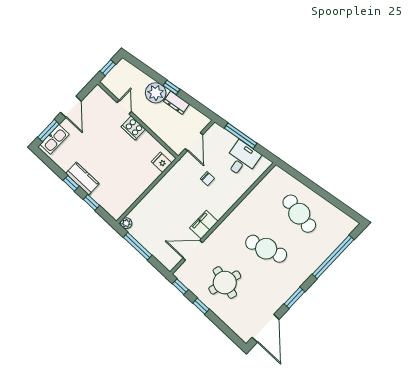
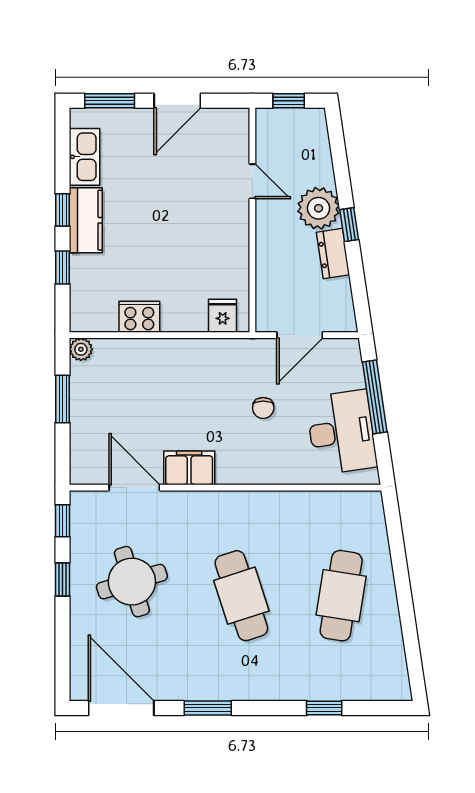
door: (124, 107) -> (252, 181), hinge flipped
cooker: (133, 128) -> (139, 317), moved, turned 90
kitchen sink: (55, 139) -> (84, 157), moved, turned -90
desk: (242, 159) -> (342, 432), width x1.37
window: (138, 246) -> (63, 399), width x0.69
window: (333, 257) -> (324, 708), width x0.32
round table: (225, 282) -> (132, 582), turned -32
door: (266, 328) -> (121, 708), swing flipped

